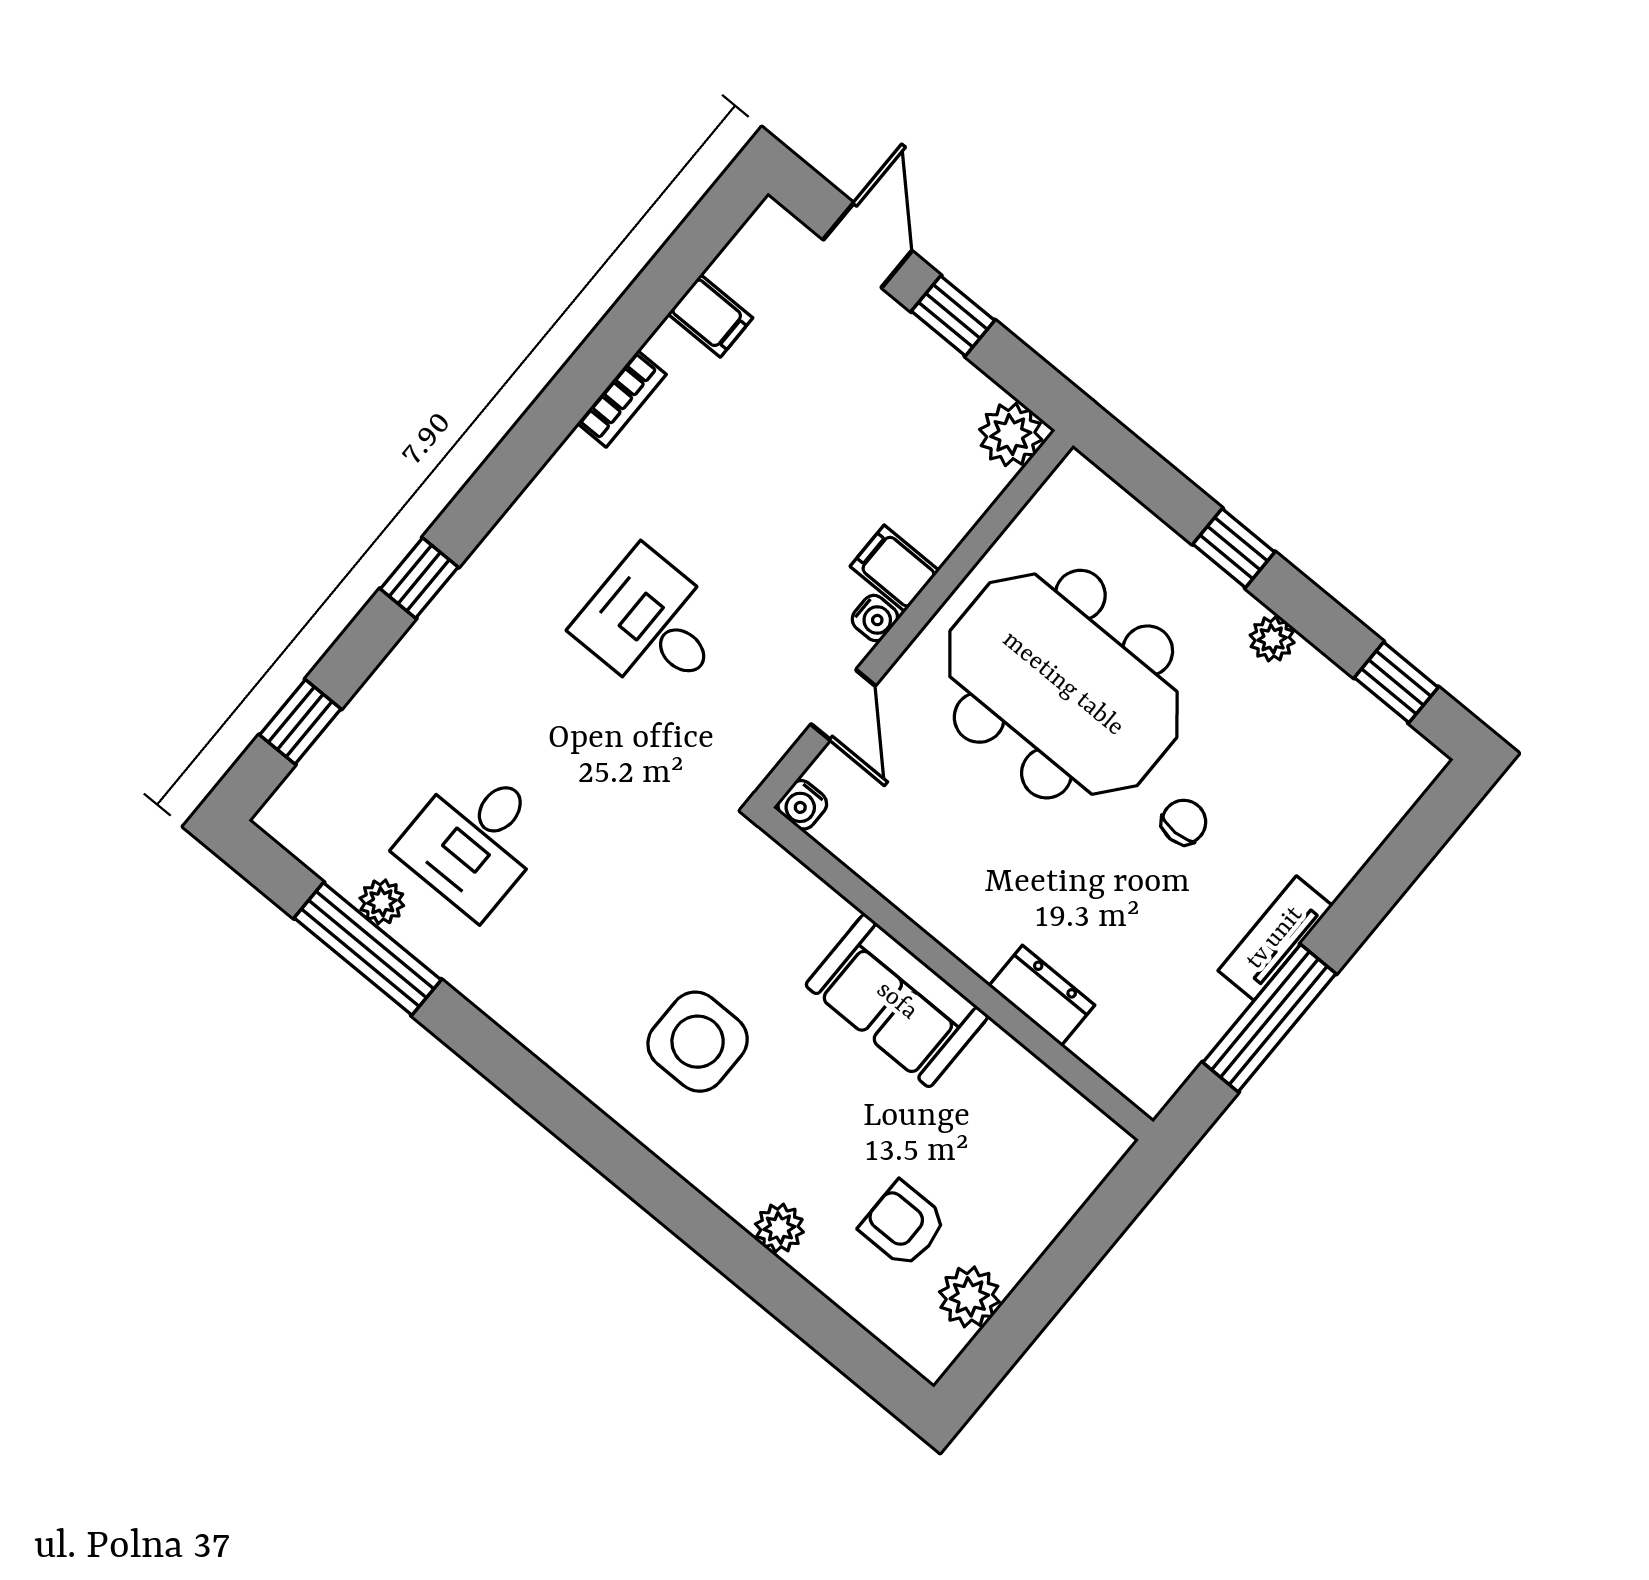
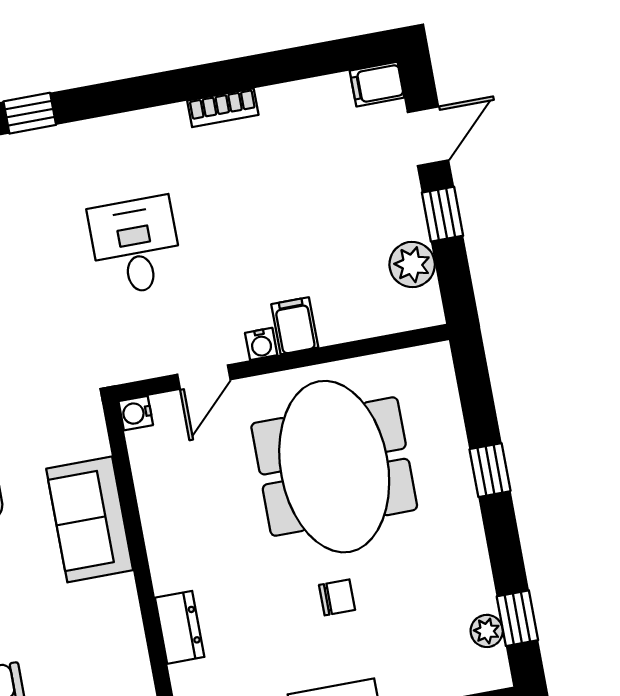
filing cabinet: (710, 316) -> (377, 84), moved, turned 90
plant: (1011, 435) -> (412, 265), moved
plant: (1272, 639) -> (487, 631), moved
sofa: (897, 1001) -> (90, 519), moved

